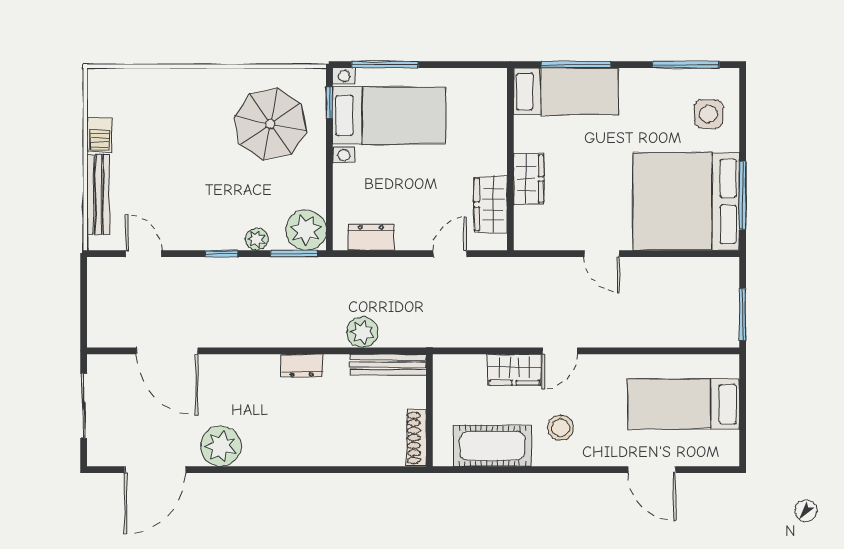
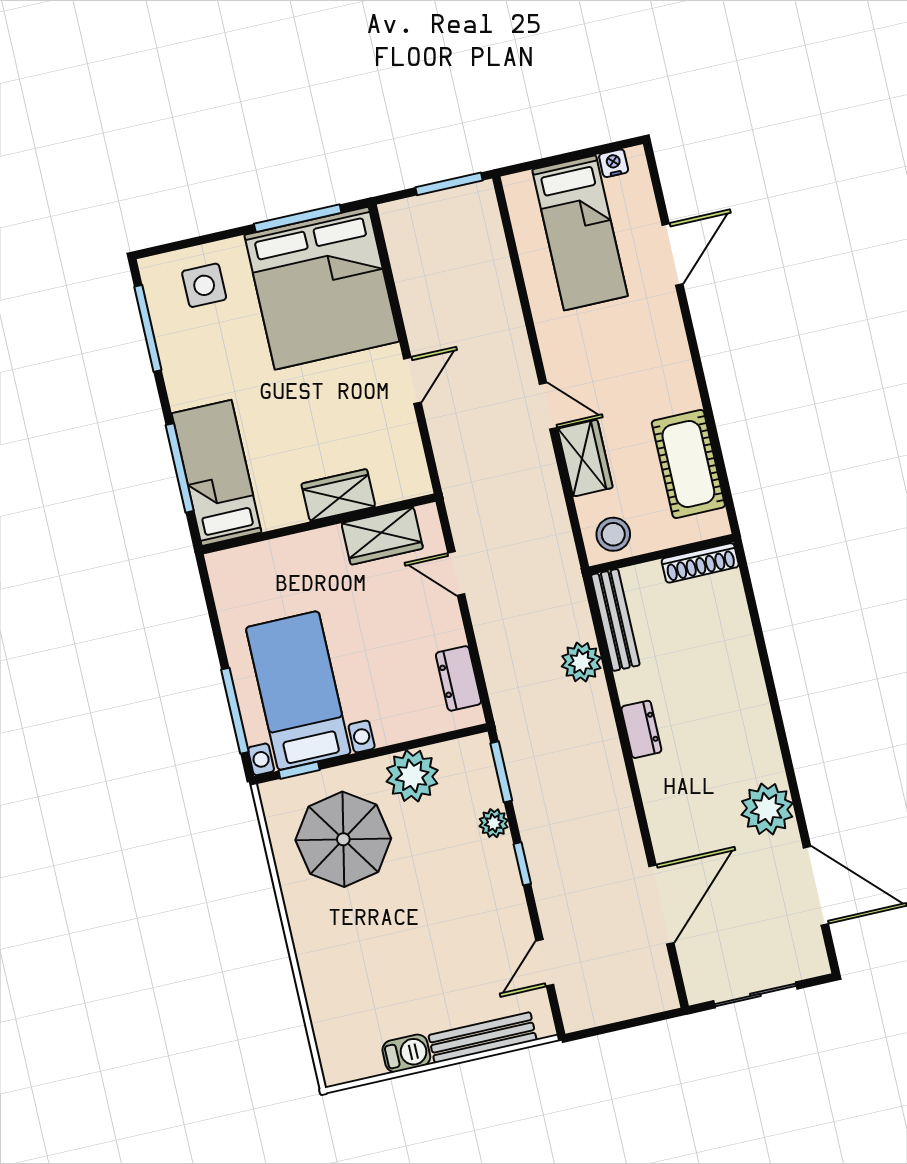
plant: (306, 230) -> (412, 776), moved
stool: (560, 428) -> (613, 534), moved
nightstand: (730, 441) -> (614, 163), added

